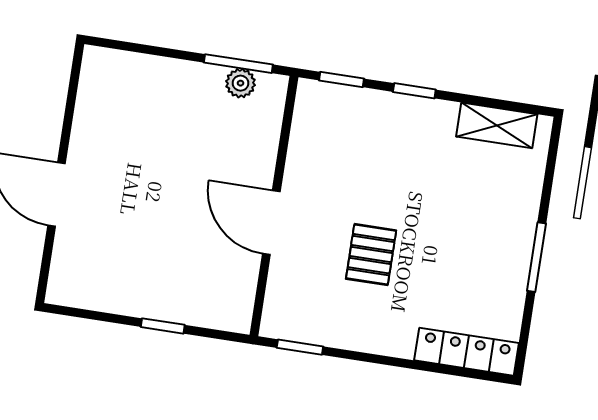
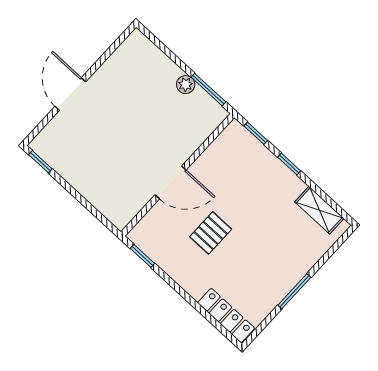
plant: (241, 83) -> (186, 85), moved
door: (271, 223) -> (171, 182), swing flipped
window: (163, 326) -> (40, 162), moved

